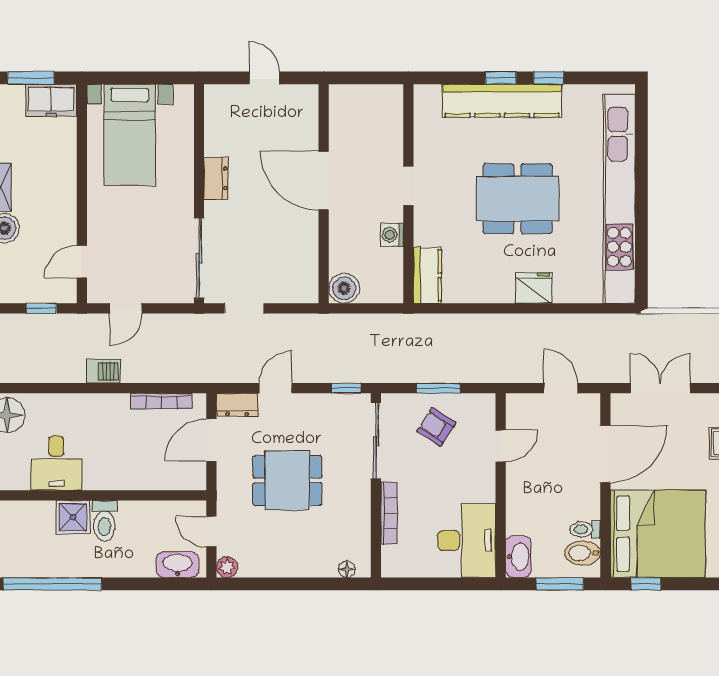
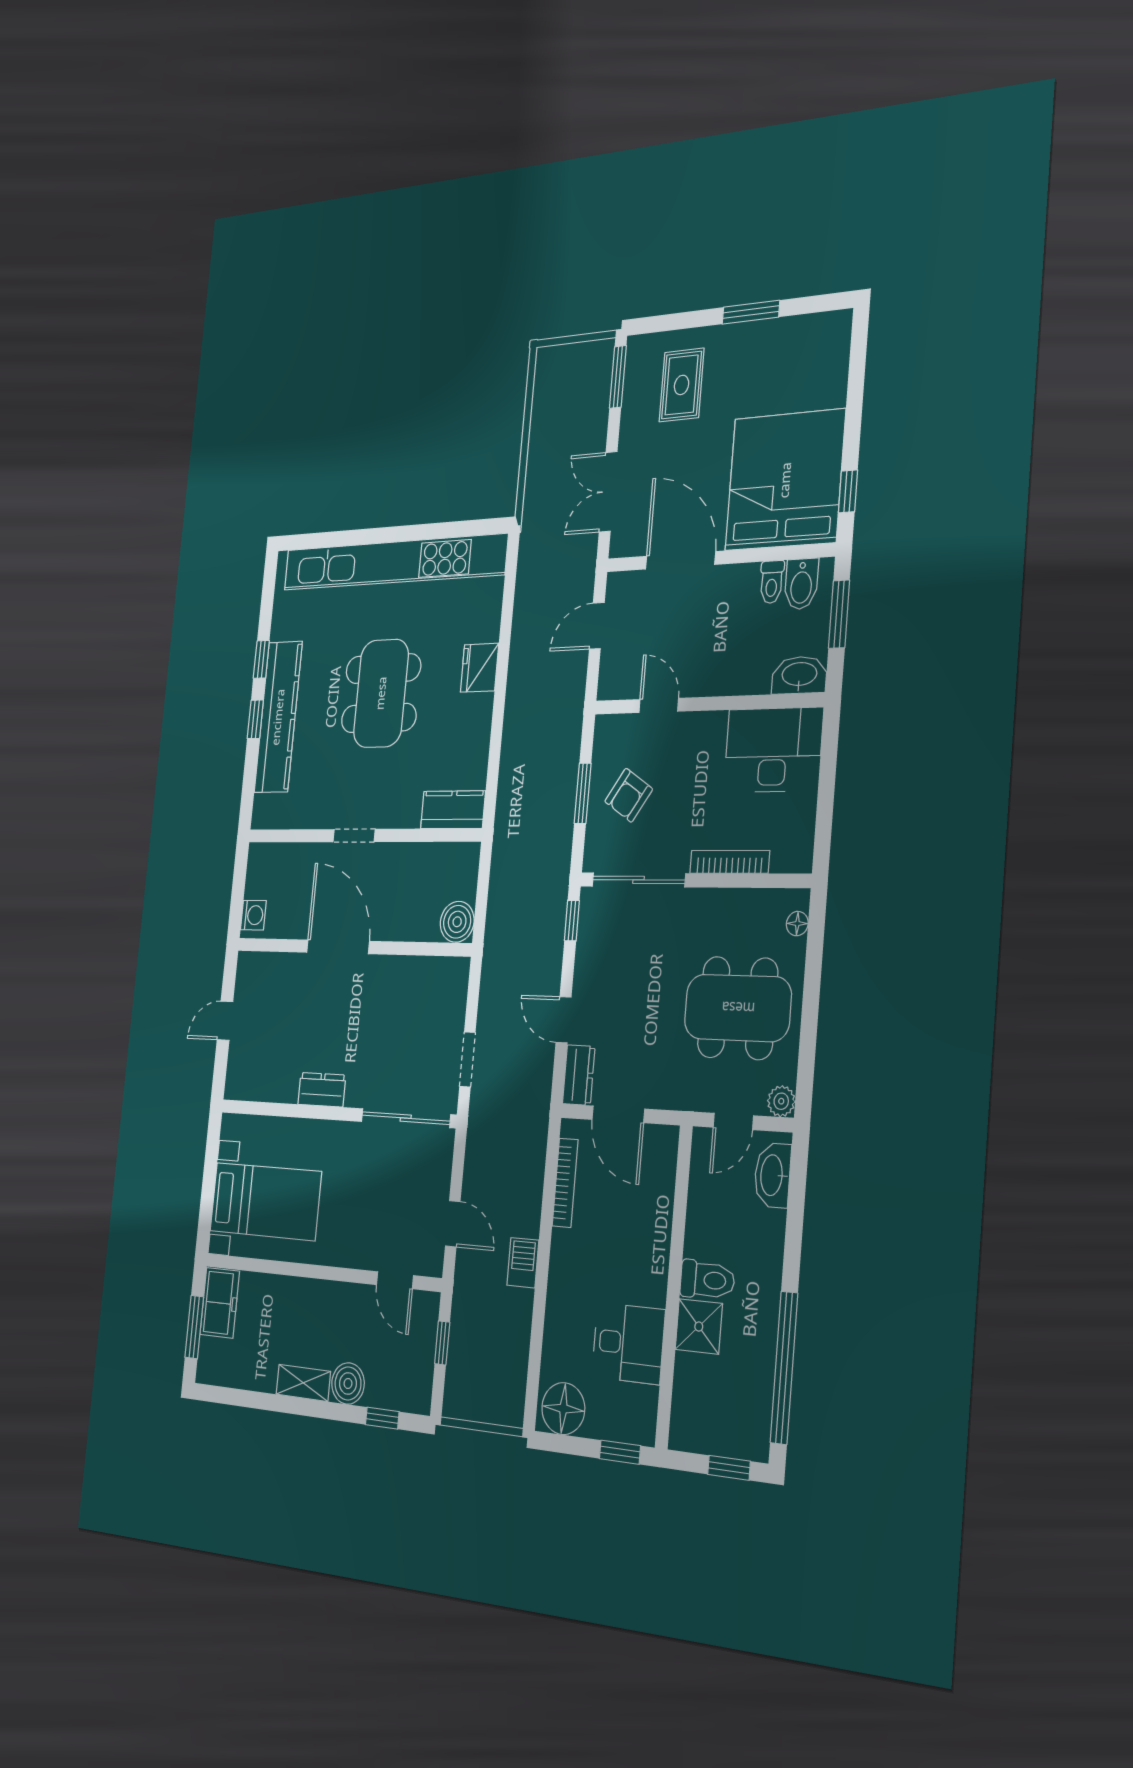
door: (324, 181) -> (338, 947), swing flipped
washing machine: (392, 235) -> (253, 915), moved, turned -90
dining table: (287, 480) -> (738, 1008), moved, width x1.38

